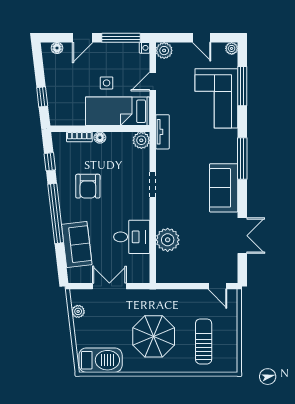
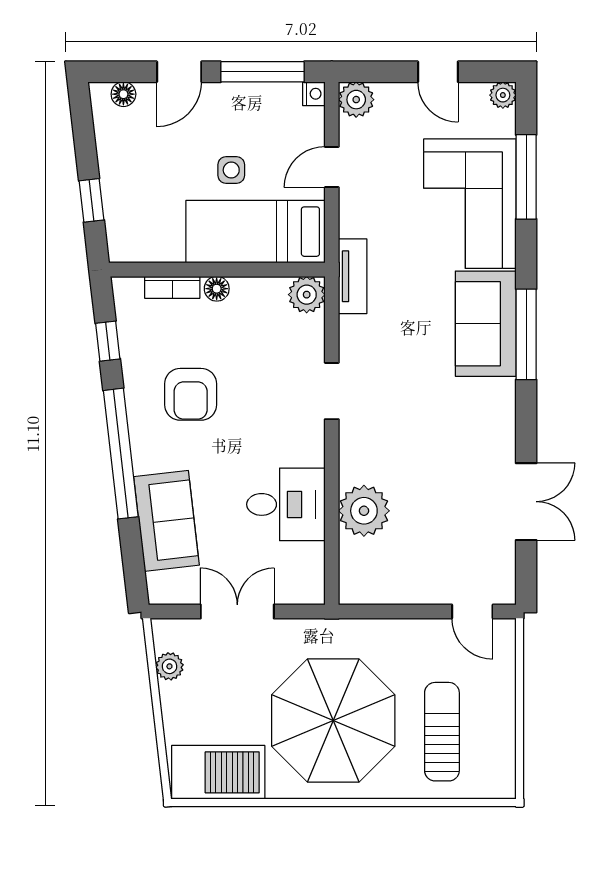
sofa: (224, 188) -> (486, 324), moved
parasol: (154, 336) -> (333, 721), width x1.36, depth x1.36

